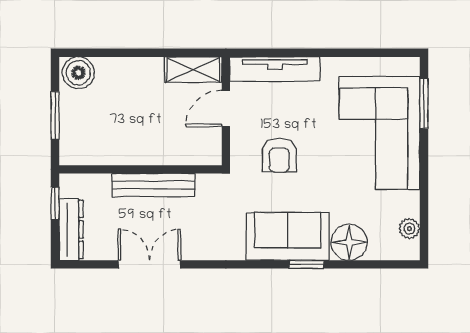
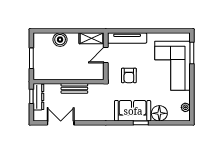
boiler: (78, 73) -> (60, 40), moved
bench: (154, 185) -> (74, 88), width x0.73
dresser: (71, 229) -> (38, 97), moved
double door: (149, 264) -> (61, 123), moved

